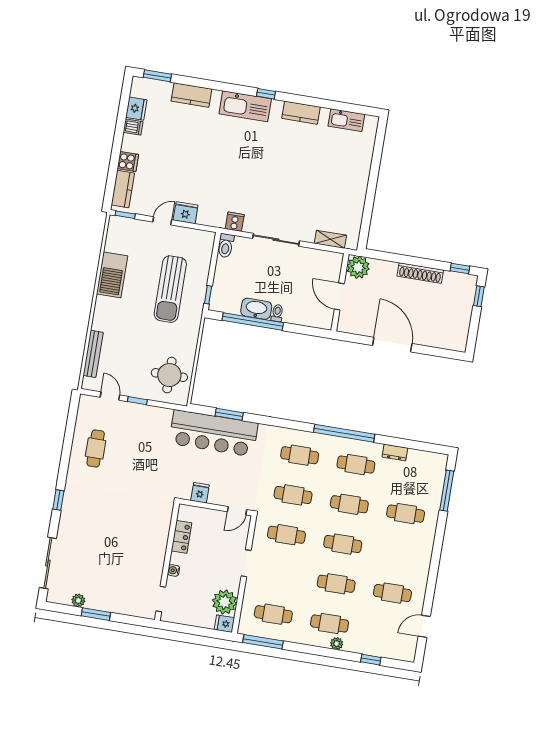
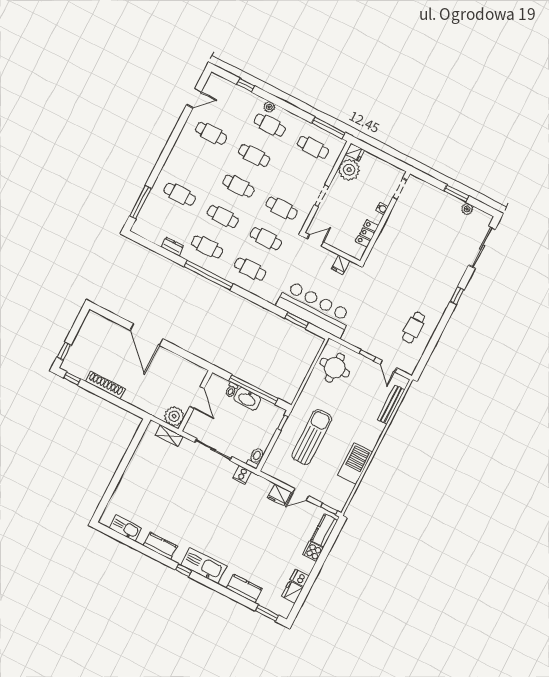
plant: (358, 267) -> (174, 416), moved
wall: (340, 292) -> (195, 401), moved
door: (339, 296) -> (197, 397), moved

